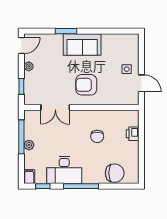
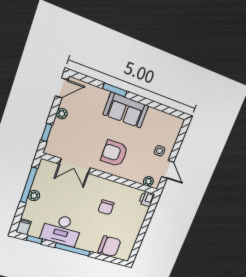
plant: (128, 100) -> (148, 181), added
printer: (133, 134) -> (147, 199), moved

